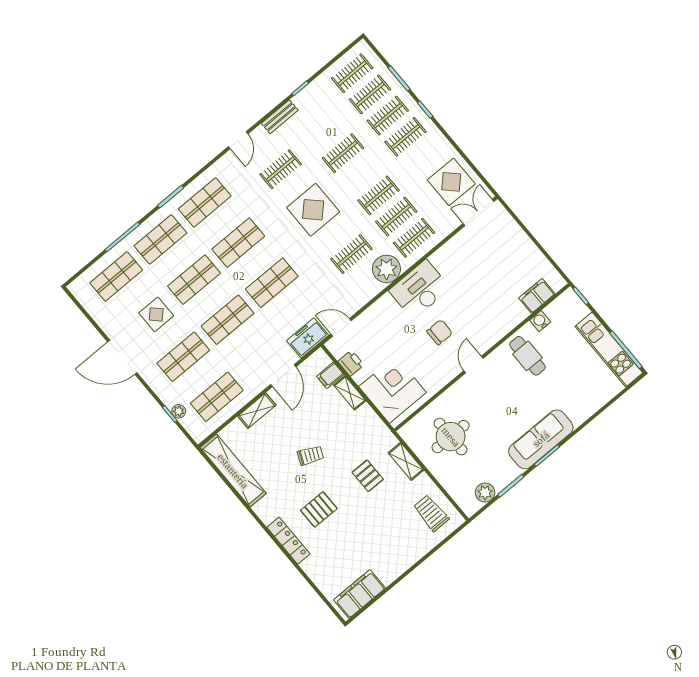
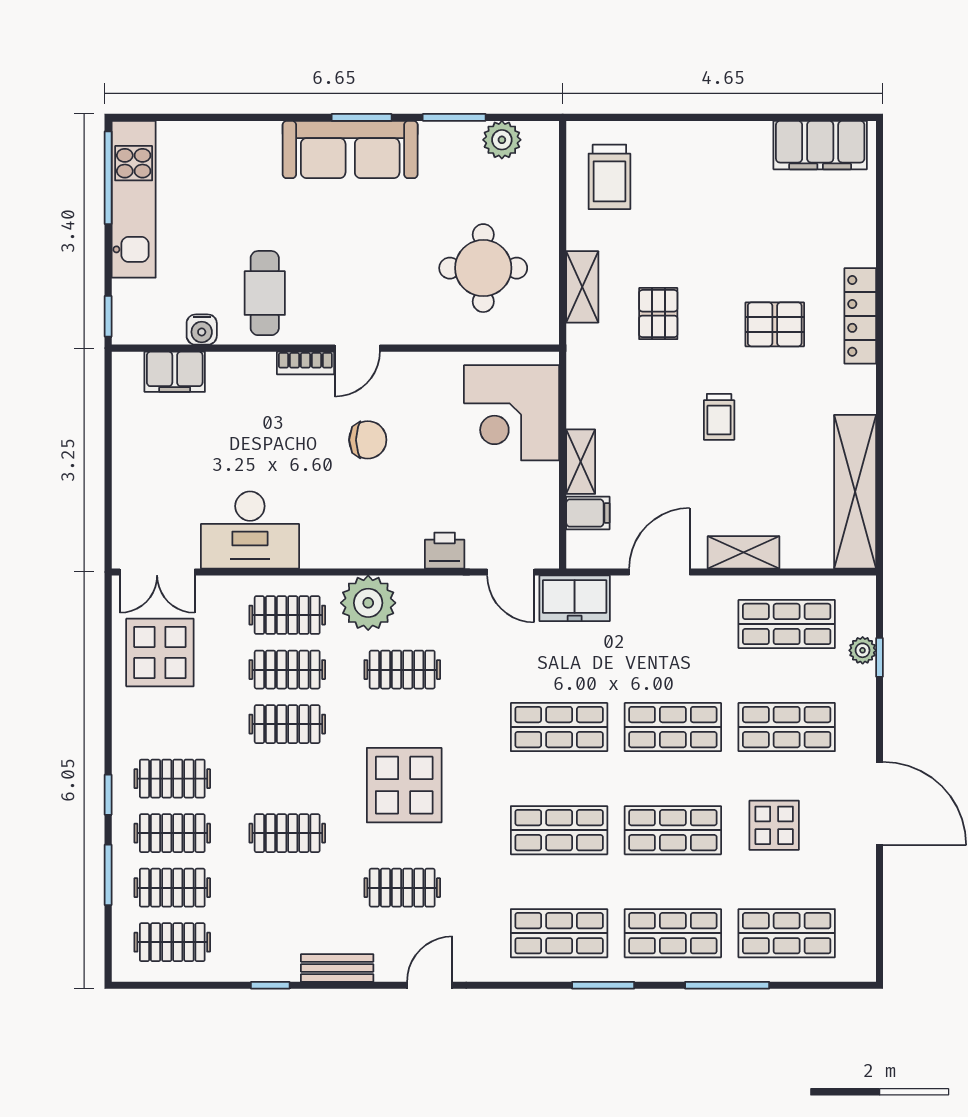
desk: (420, 289) -> (250, 530), moved
chair: (440, 332) -> (368, 440), turned 180
bookcase: (489, 342) -> (305, 363), added
printer: (351, 363) -> (445, 551), moved, turned 90
trolley: (310, 455) -> (719, 417), turned -114

